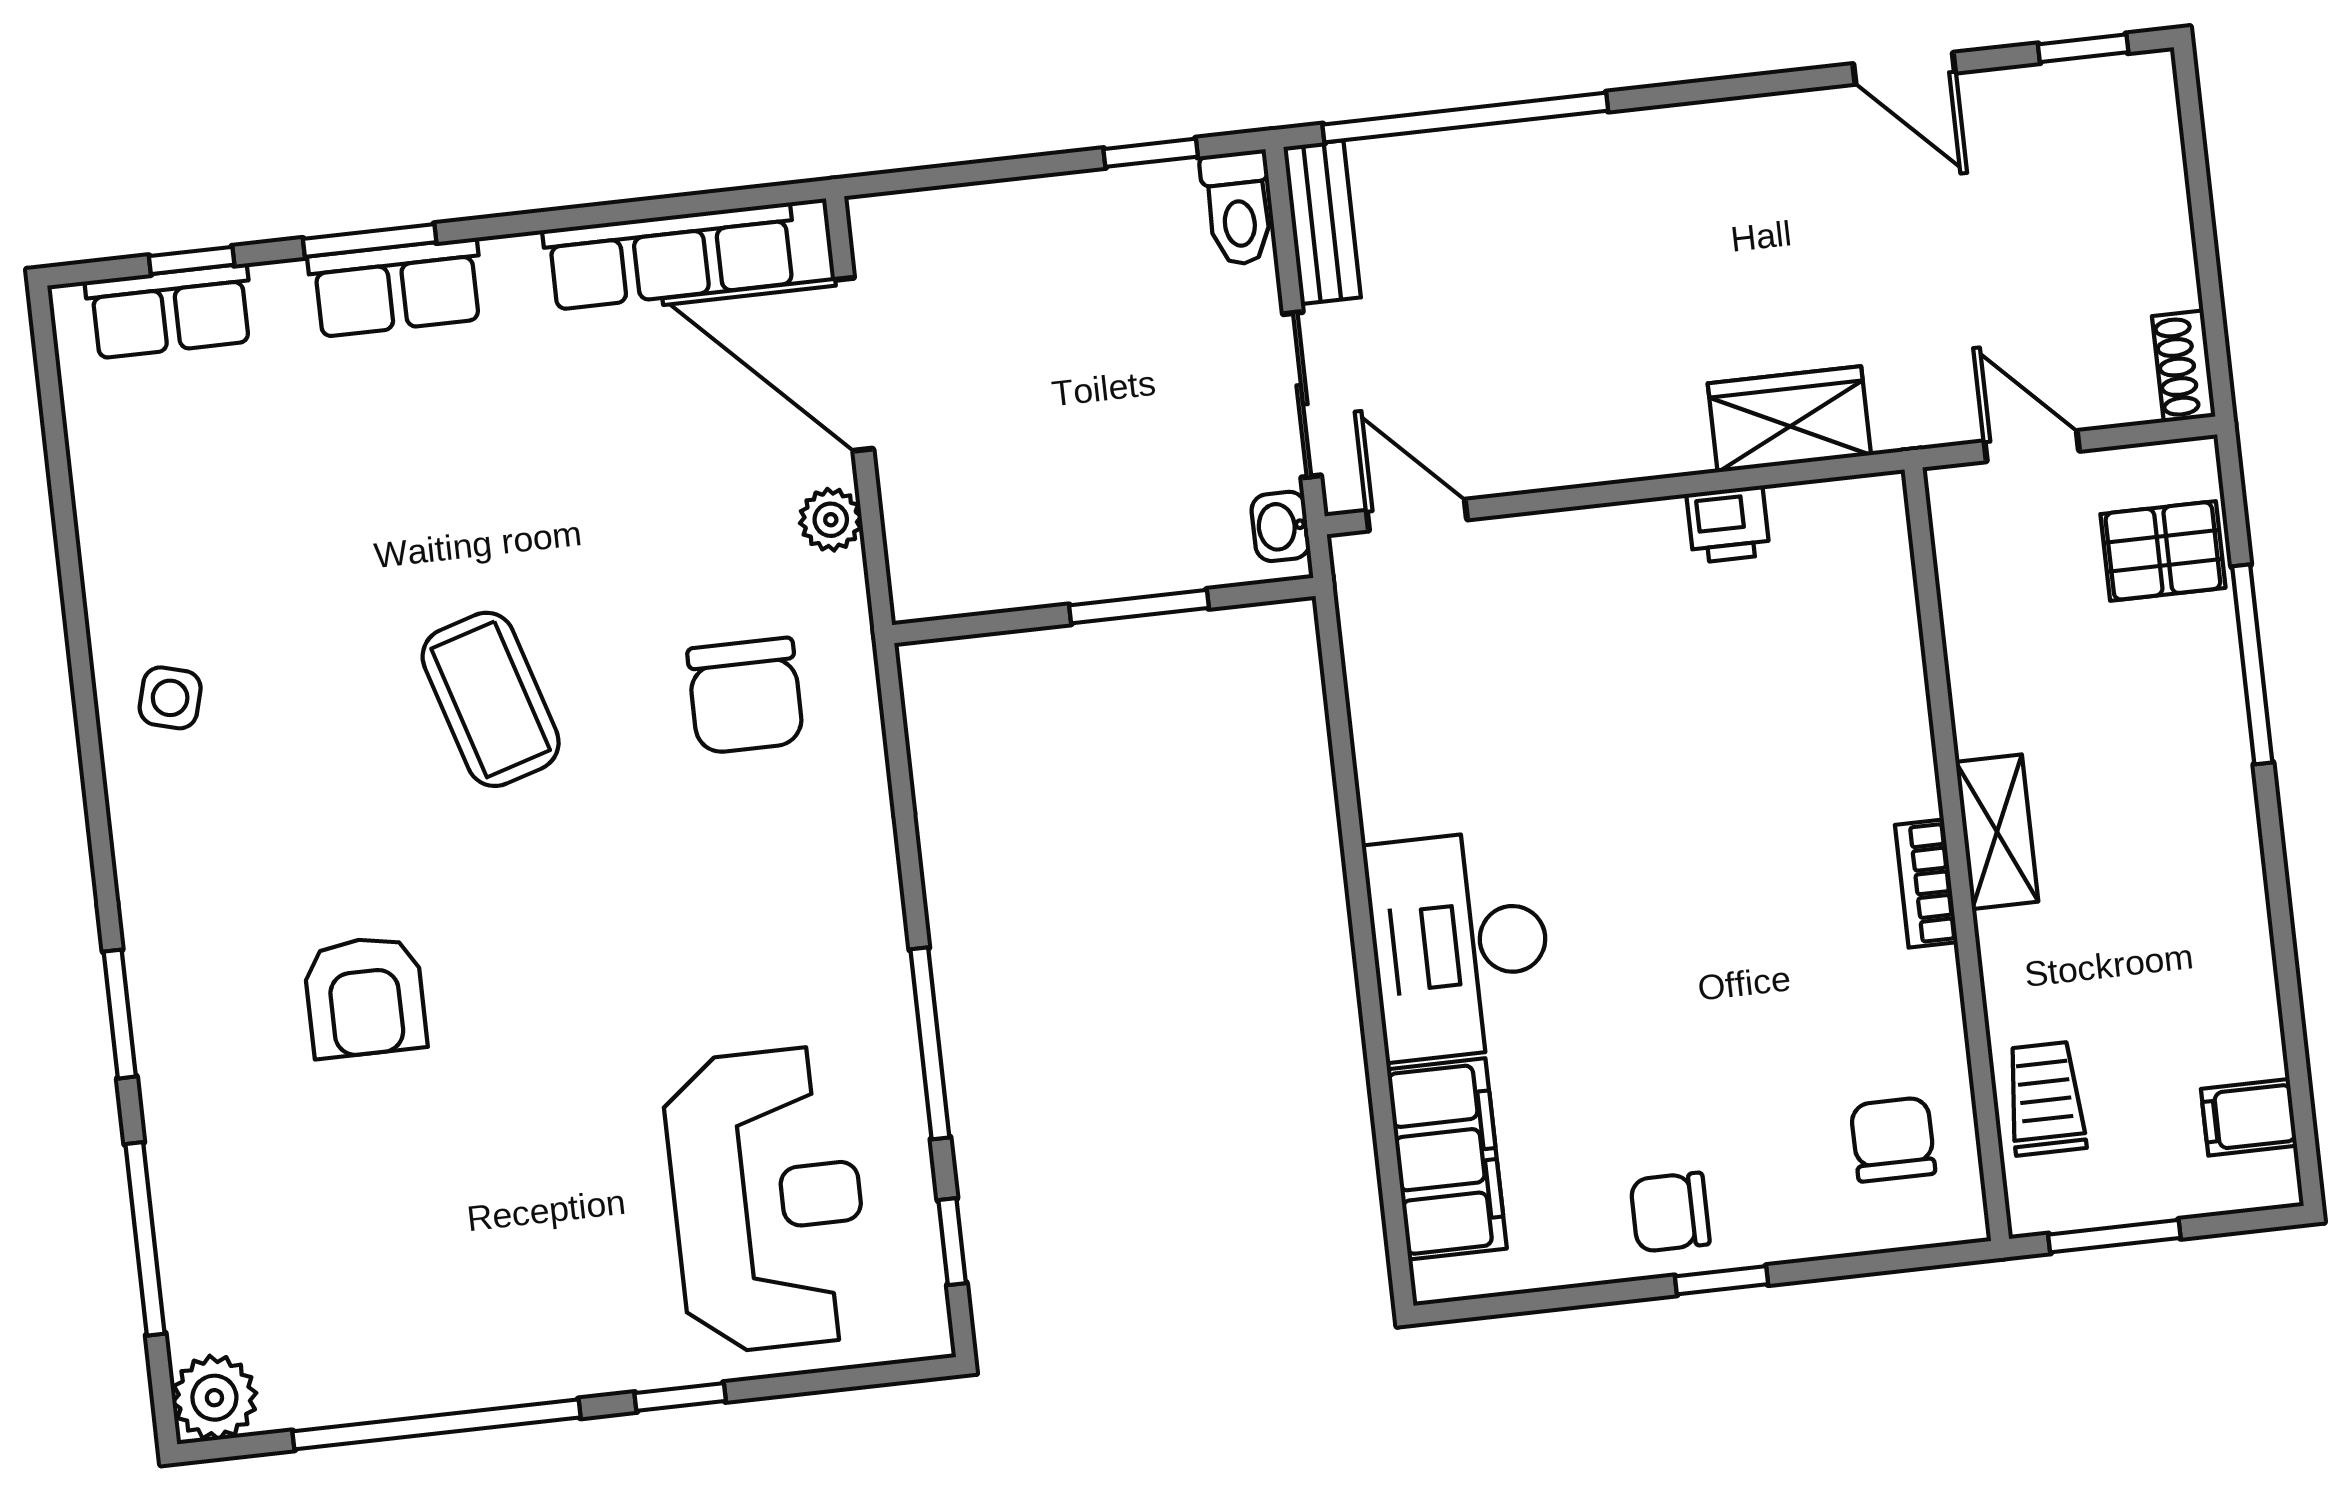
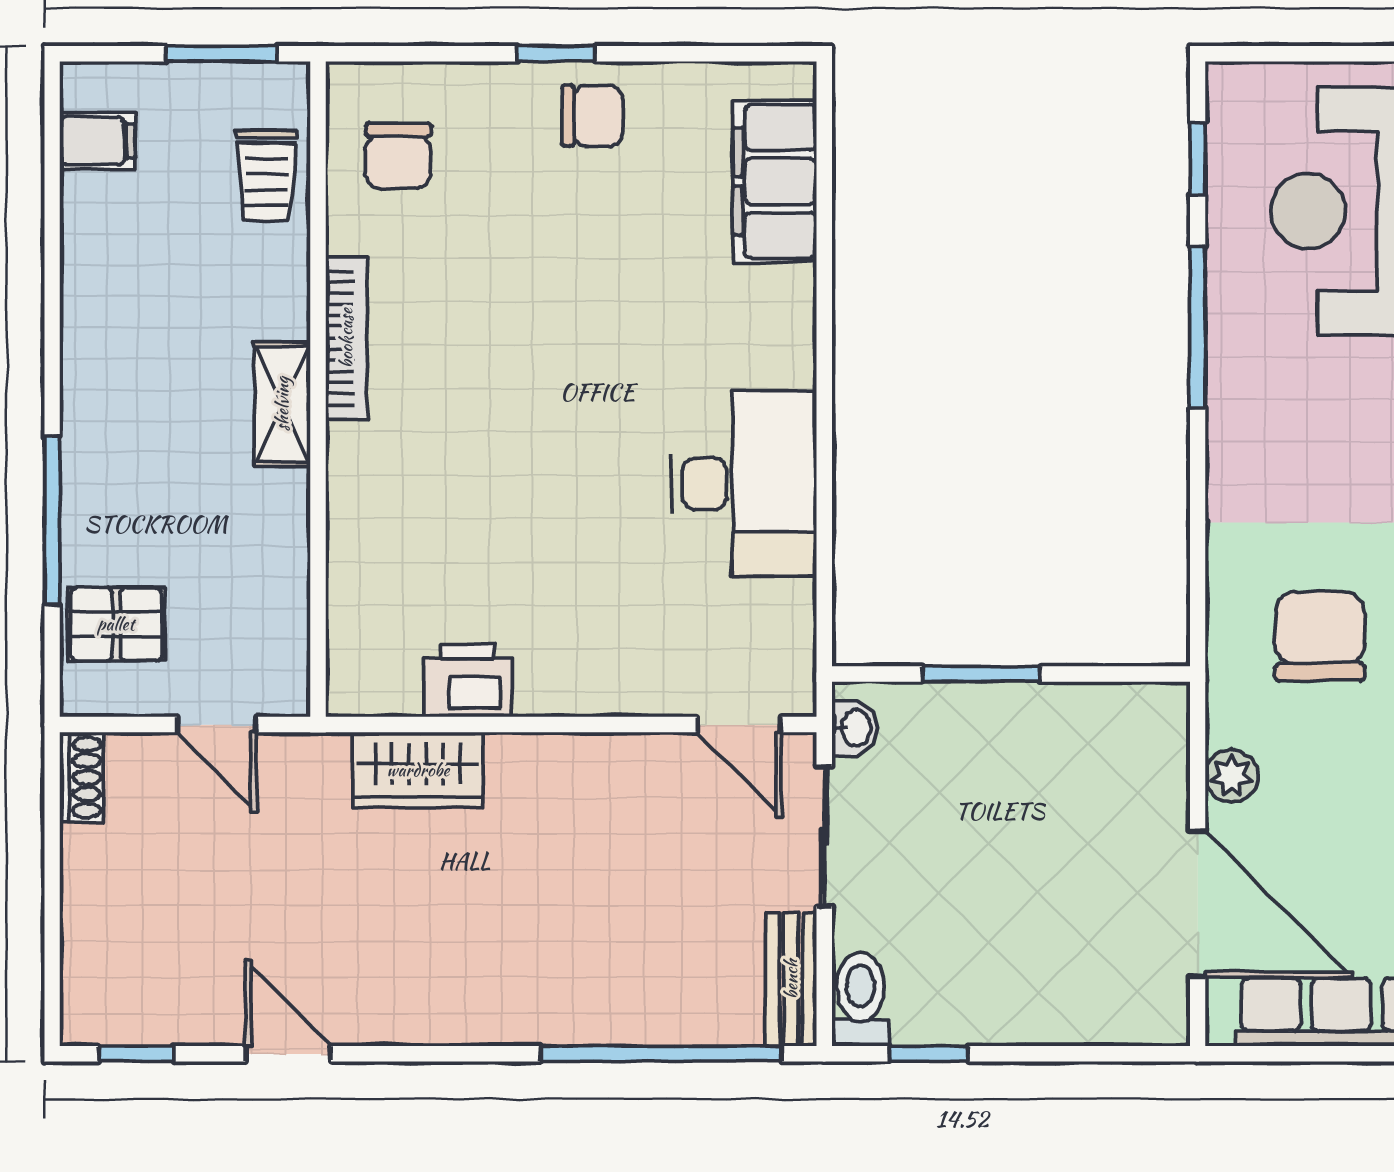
printer: (1728, 524) -> (467, 680), width x1.36, depth x1.24
bookcase: (1926, 884) -> (346, 338), width x1.56
desk: (1459, 945) -> (744, 484), moved

